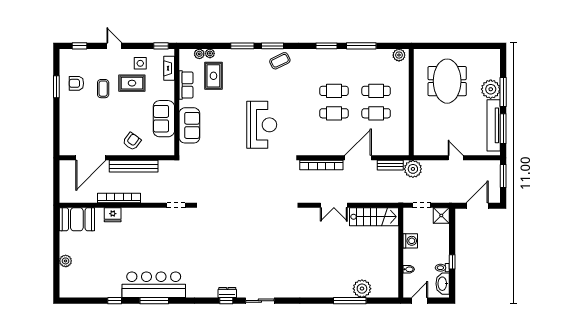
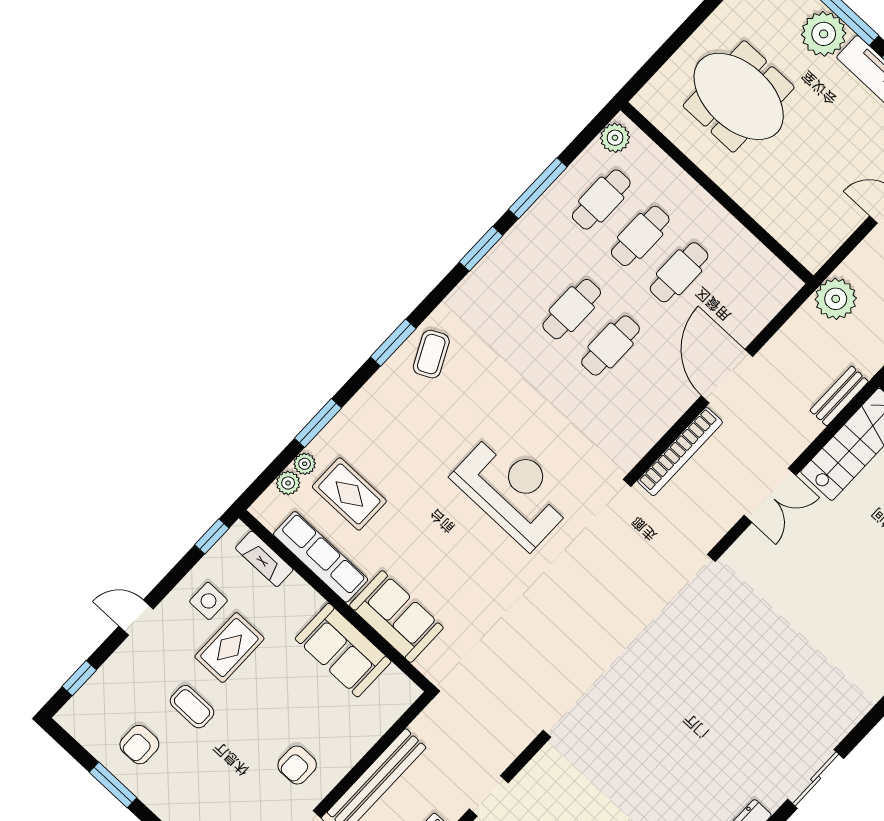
window: (242, 46) -> (318, 423), moved
cafe table: (376, 69) -> (601, 199), added
row of seats: (186, 85) -> (321, 557), width x1.48
armchair: (132, 141) -> (297, 765), moved, turned -126
bench: (390, 165) -> (839, 396), moved
doorway: (176, 205) -> (489, 796), moved

